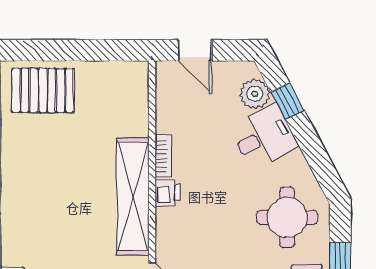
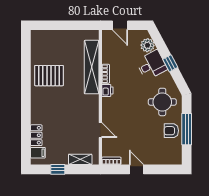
pallet: (43, 90) -> (49, 76), moved
window: (287, 101) -> (170, 63), moved
shelving: (133, 196) -> (92, 67), moved

